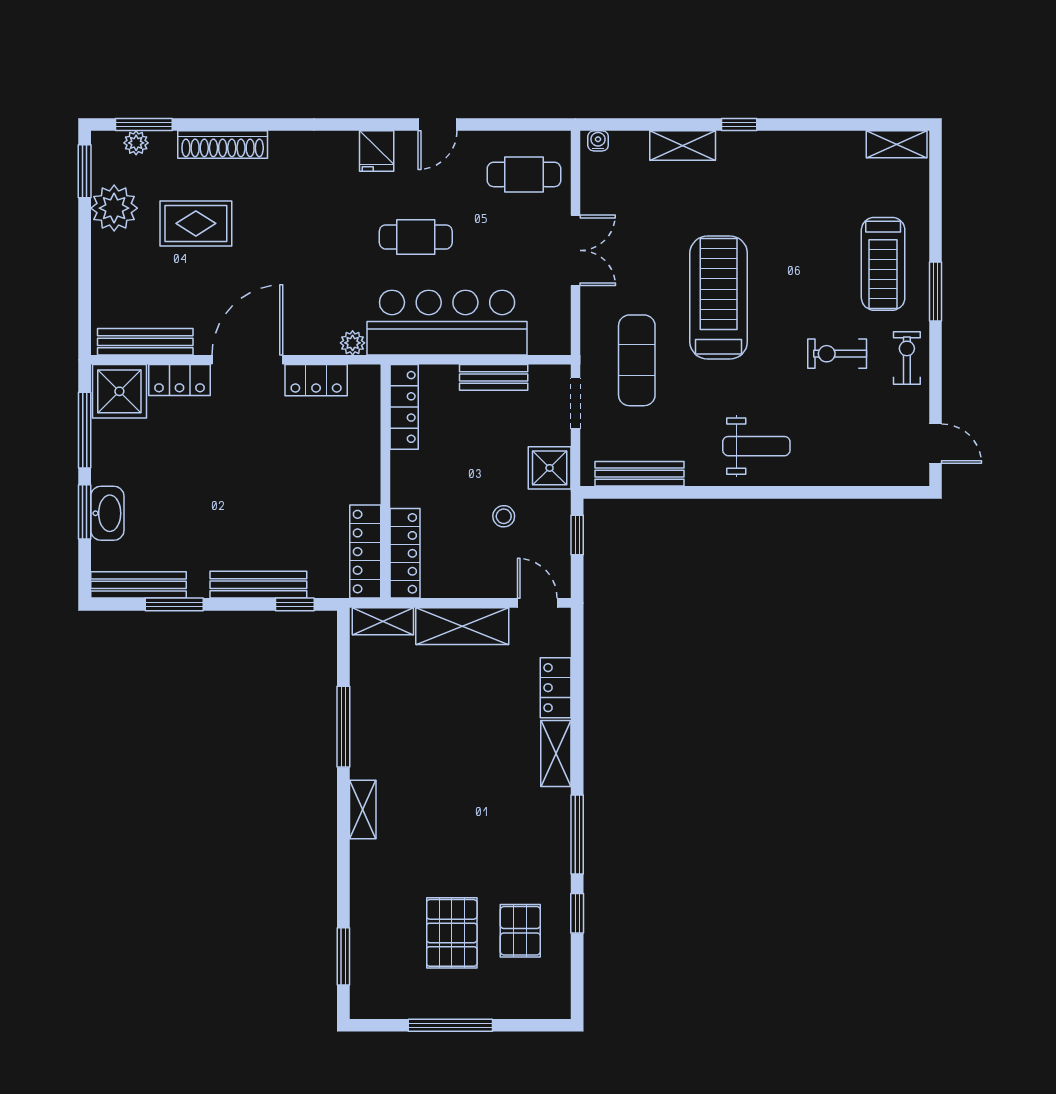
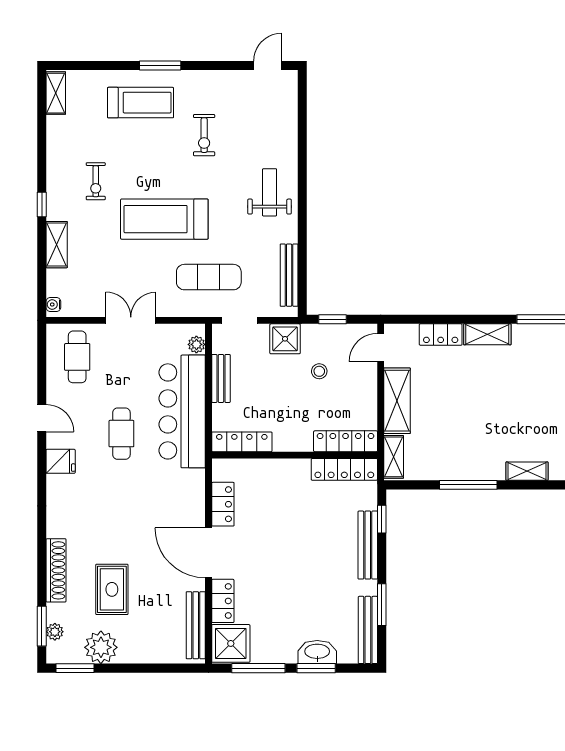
plant: (353, 343) -> (196, 344), moved
exercise bike: (907, 358) -> (96, 181), moved, turned -90

